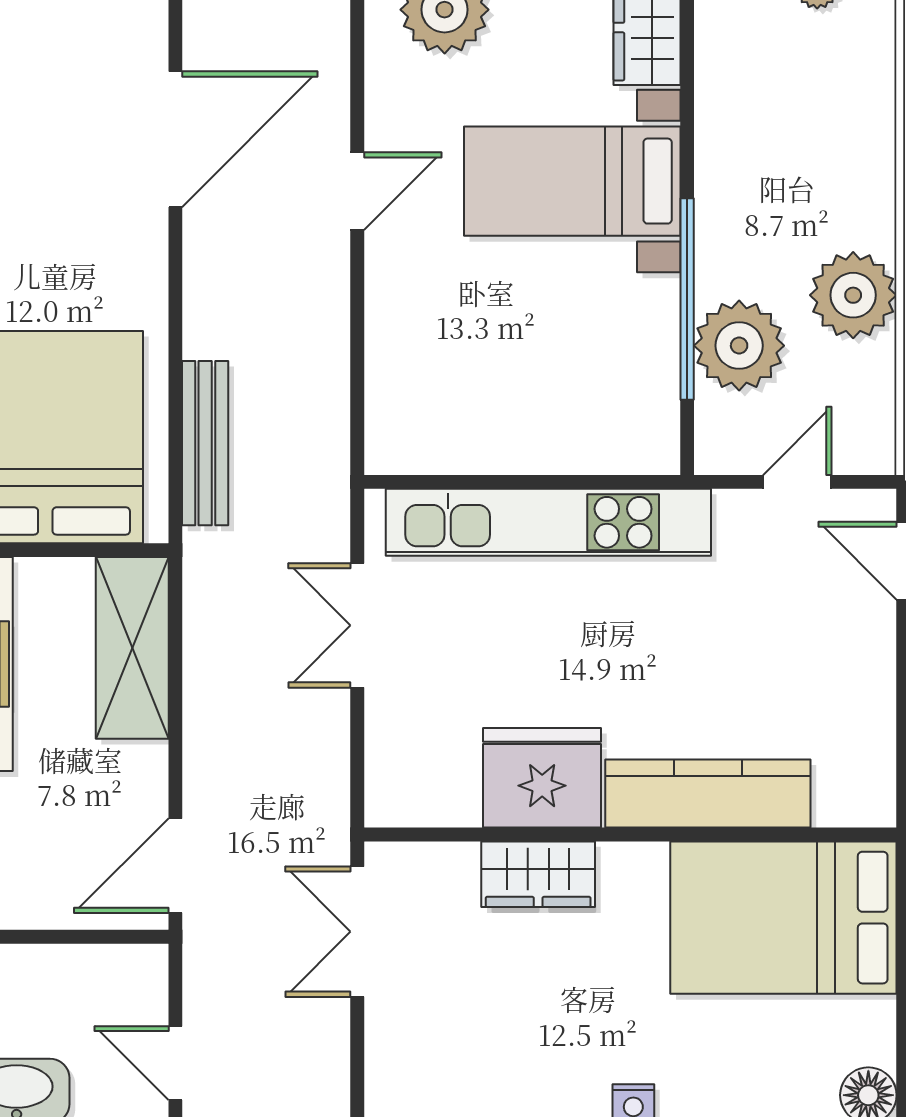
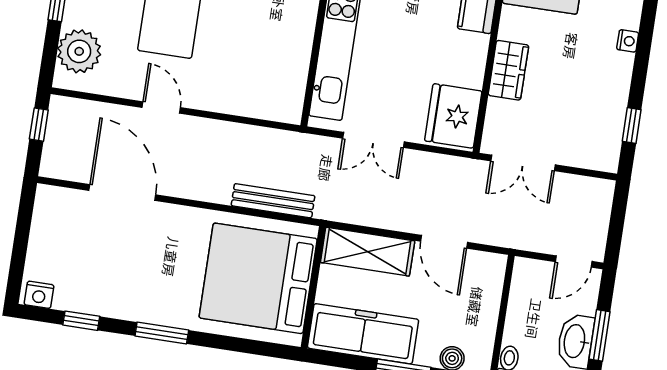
fridge: (542, 778) -> (453, 116), moved
door: (175, 866) -> (444, 242), moved

